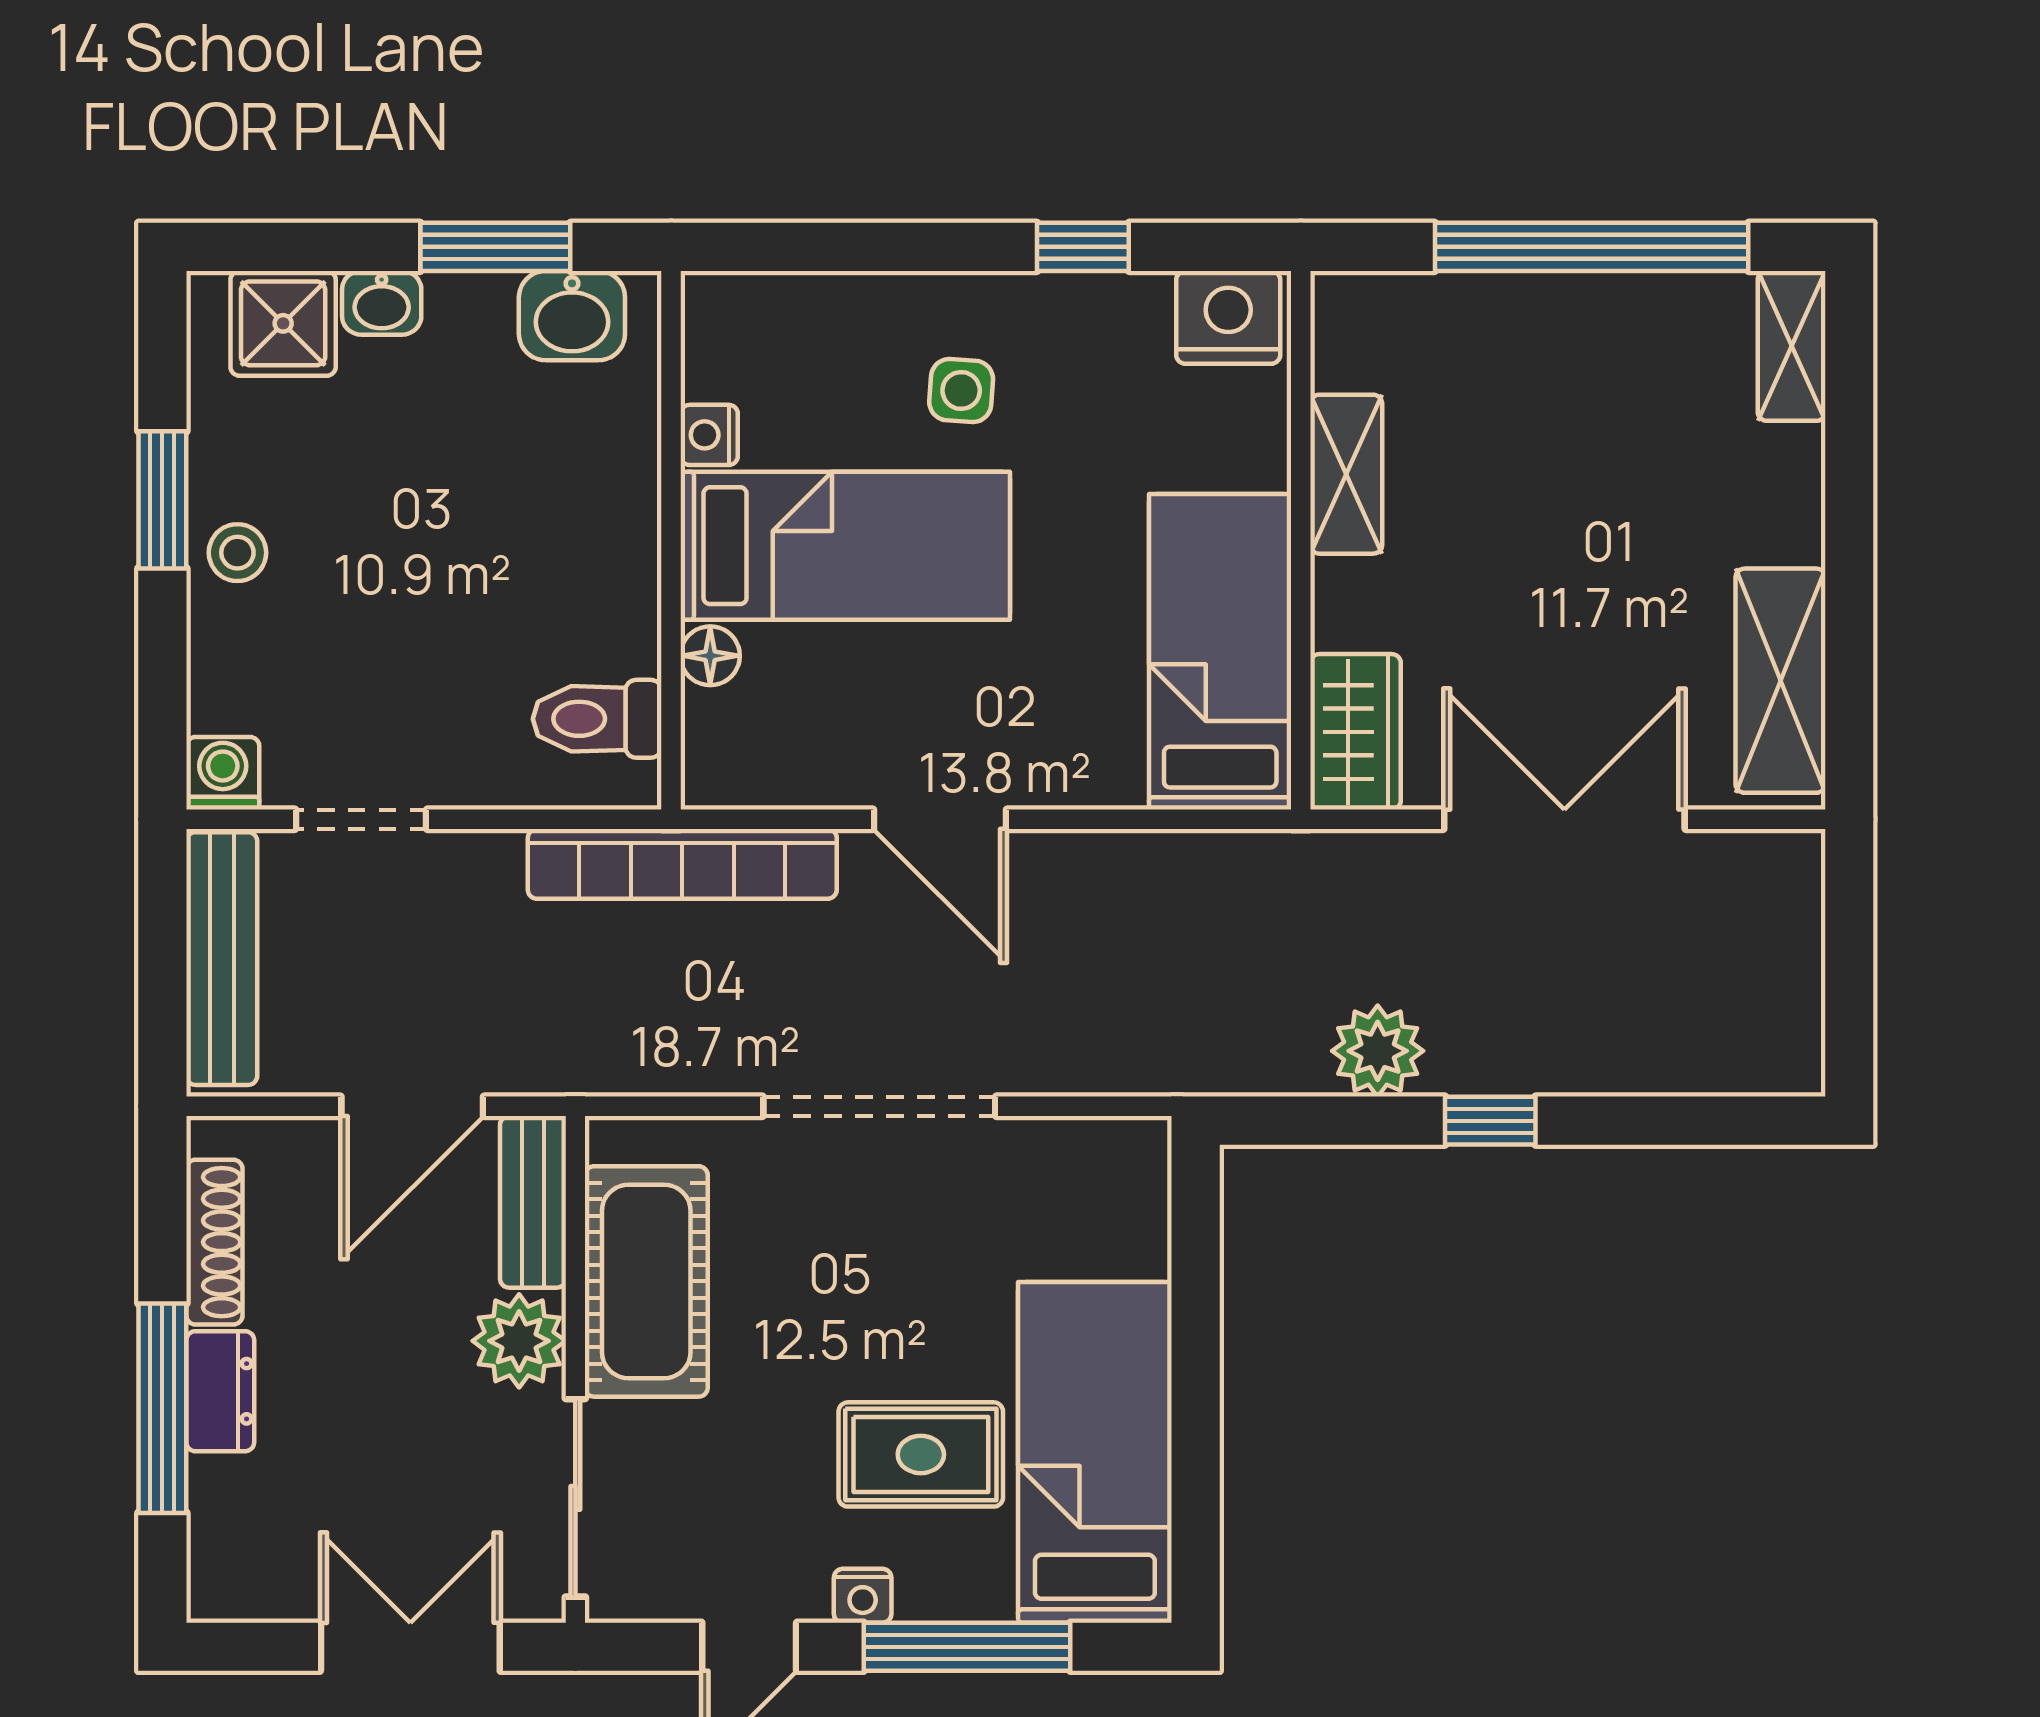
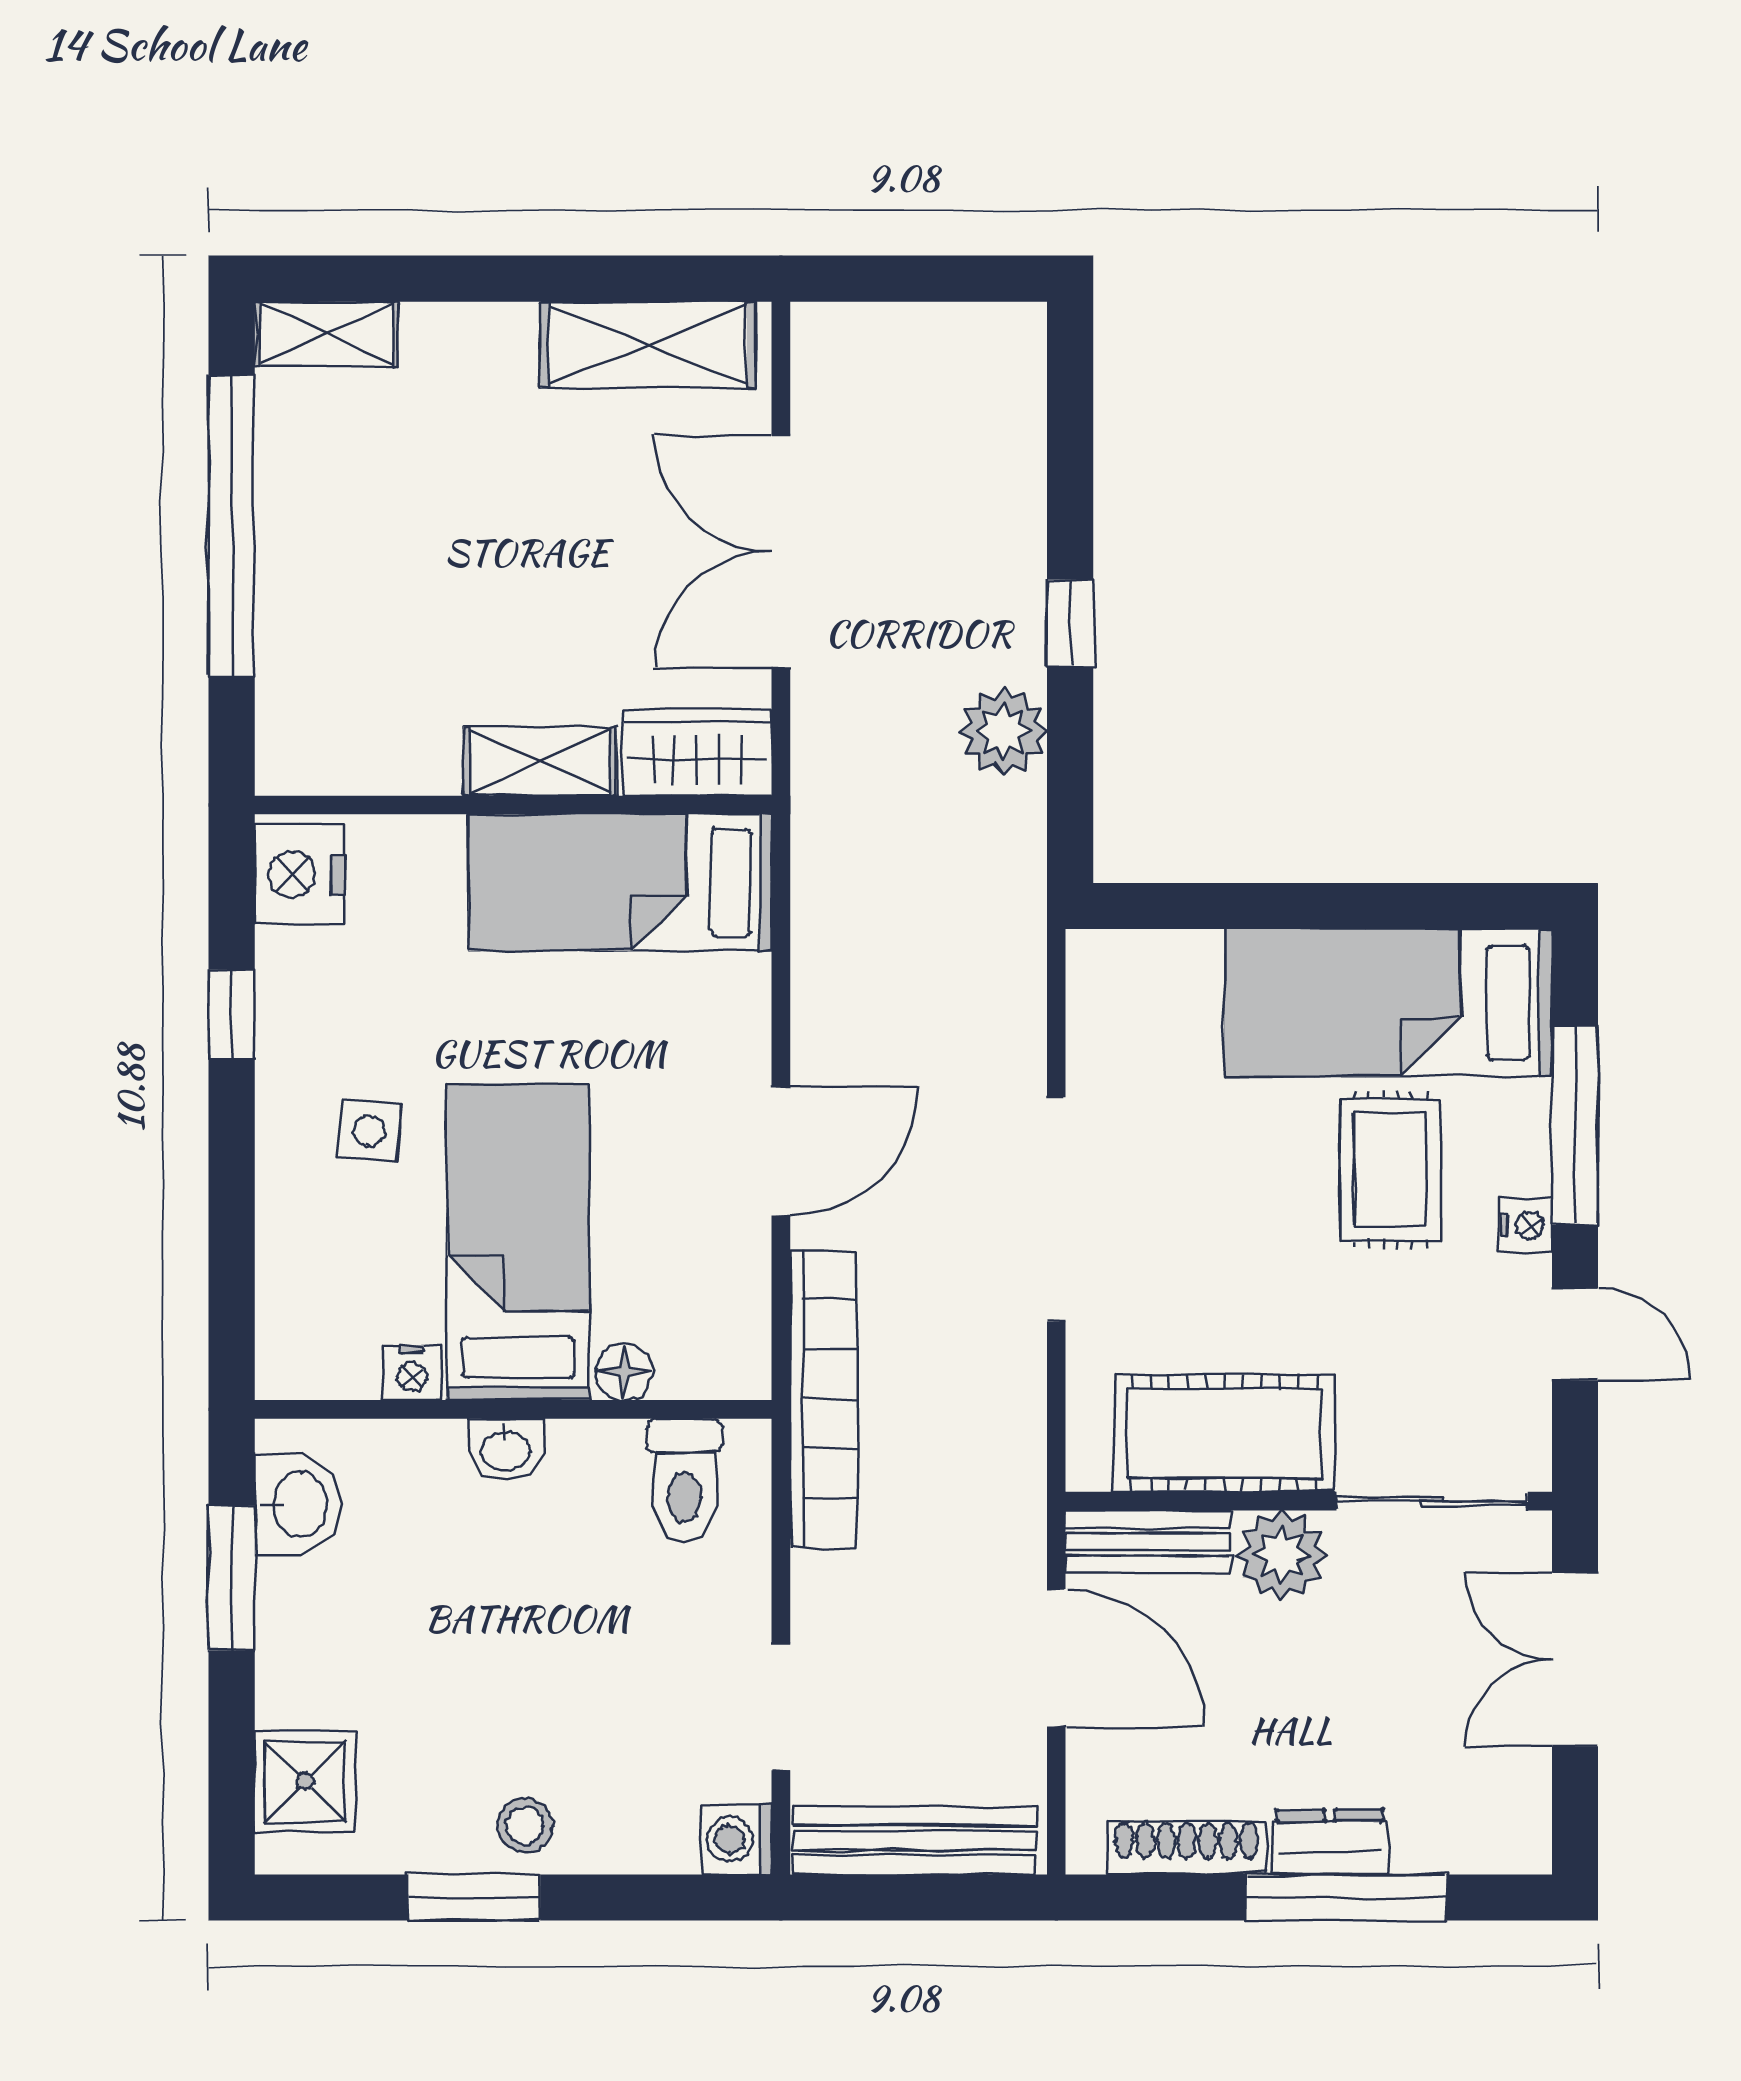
washbasin: (382, 303) -> (506, 1449), moved, turned 90
shelving: (1346, 474) -> (540, 761), moved

